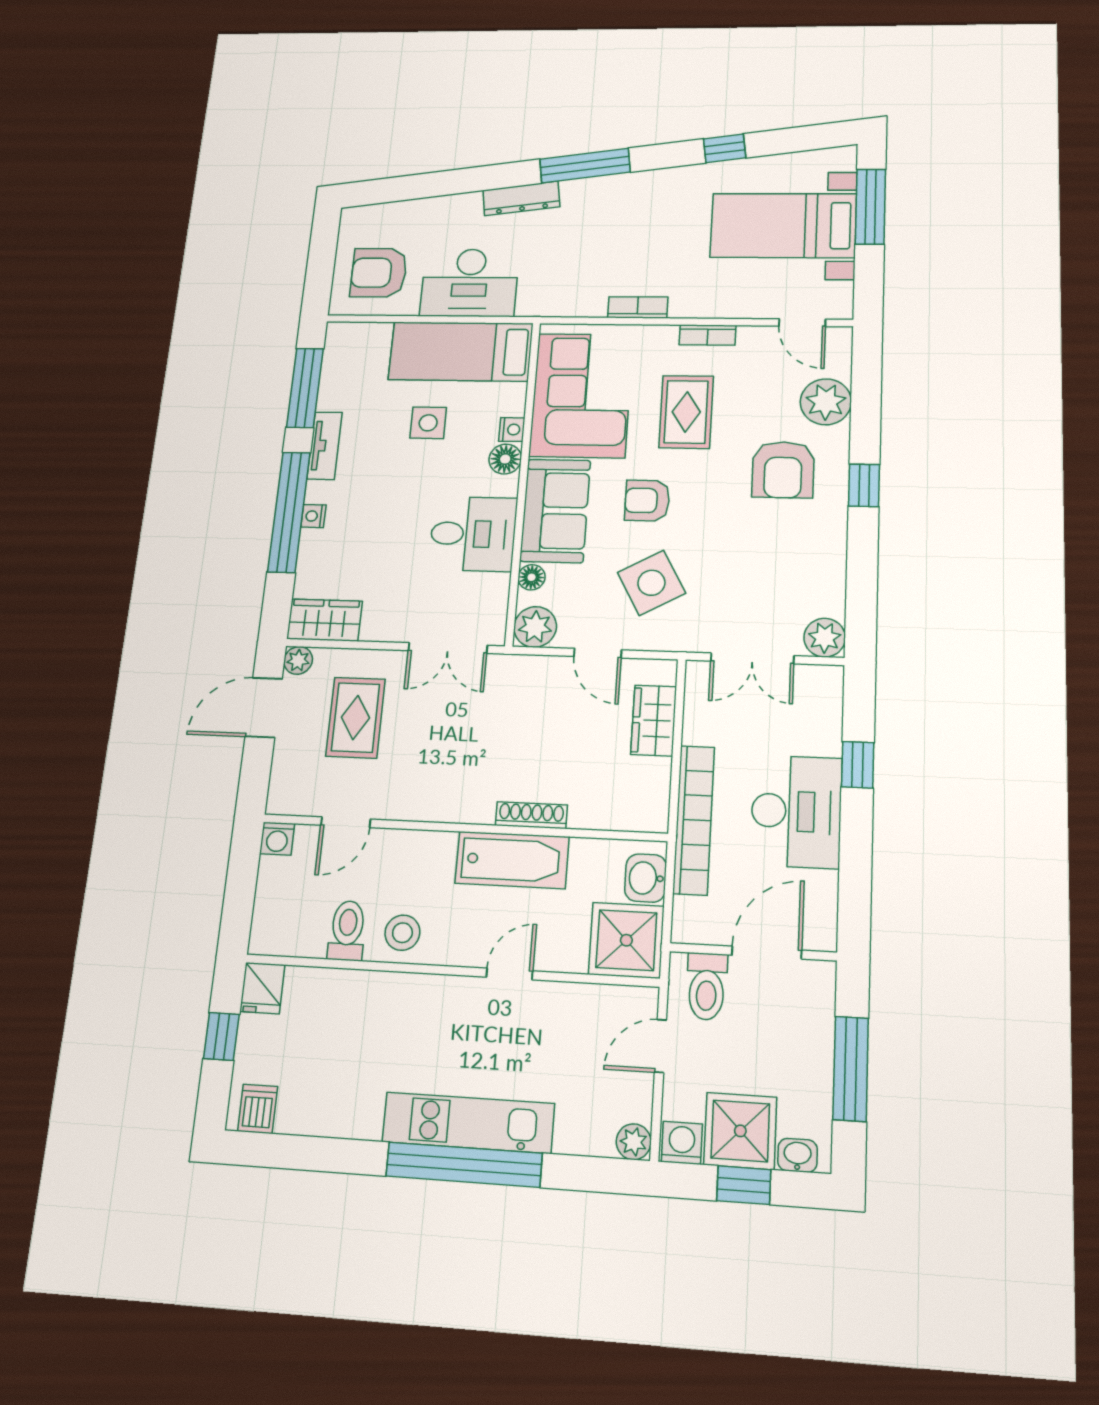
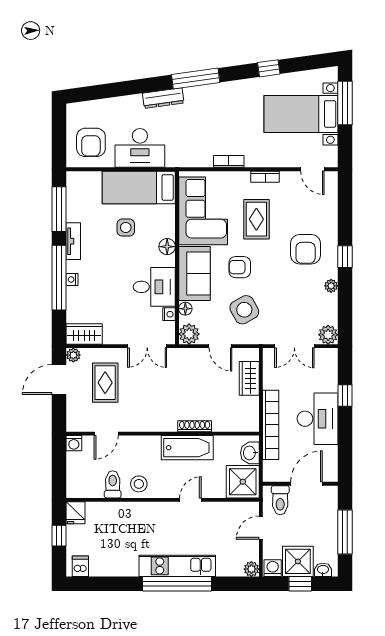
armchair: (379, 273) -> (91, 142), turned -90
plant: (826, 402) -> (331, 286), moved, width x0.53, depth x0.53
nightstand: (512, 430) -> (169, 314), moved

